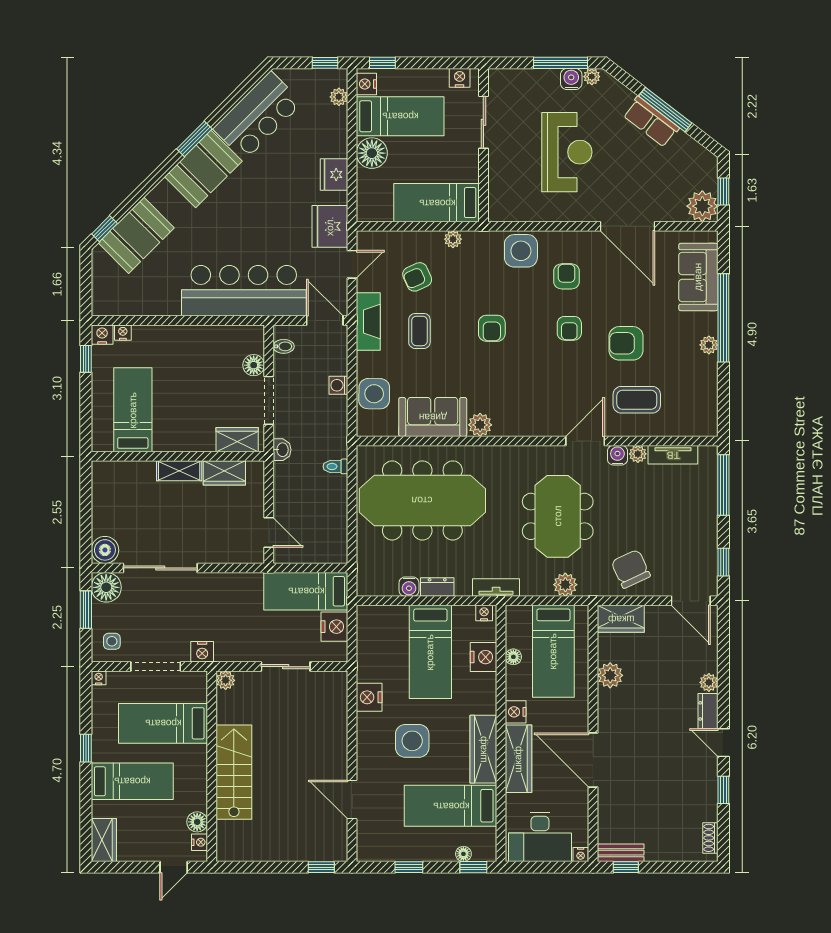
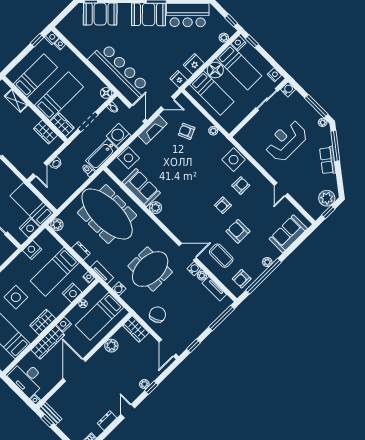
water cooler: (571, 79) -> (288, 89), moved
window: (665, 110) -> (335, 146), moved
reception desk: (567, 152) -> (286, 141), turned 180
bed: (437, 203) -> (212, 93), moved, turned 180
plant: (702, 206) -> (327, 198), moved
fridge: (330, 226) -> (179, 79), width x0.53, depth x0.75
door: (627, 226) -> (281, 190), width x0.53
window: (723, 318) -> (264, 276), moved
armchair: (492, 328) -> (242, 279), moved
coffee table: (419, 331) -> (168, 152), removed
floor lamp: (254, 365) -> (106, 93), moved
washing machine: (338, 385) -> (119, 136), width x1.89, depth x1.89
bed: (193, 405) -> (59, 96), added
bathtub: (333, 427) -> (102, 155), added
washbasin: (282, 450) -> (56, 163), moved
shelving: (179, 471) -> (16, 101), moved
plant: (565, 585) -> (57, 225), moved
water cooler: (409, 587) -> (119, 289), moved
nightstand: (369, 697) -> (32, 250), moved
dresser: (708, 711) -> (107, 421), moved
wardrobe: (483, 749) -> (43, 322), width x0.67
window: (723, 790) -> (151, 388), moved

